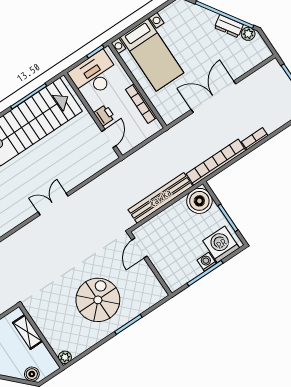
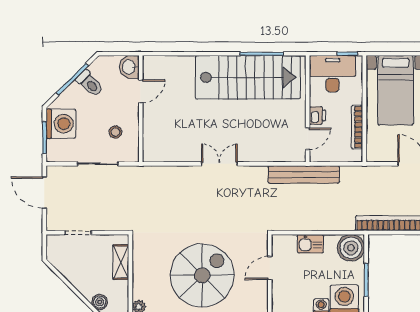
bench: (160, 198) -> (304, 174), moved
kitchen sink: (166, 219) -> (310, 244), added
door: (139, 248) -> (270, 268), moved
spiral stairs: (98, 300) -> (202, 275), width x1.37, depth x1.37

